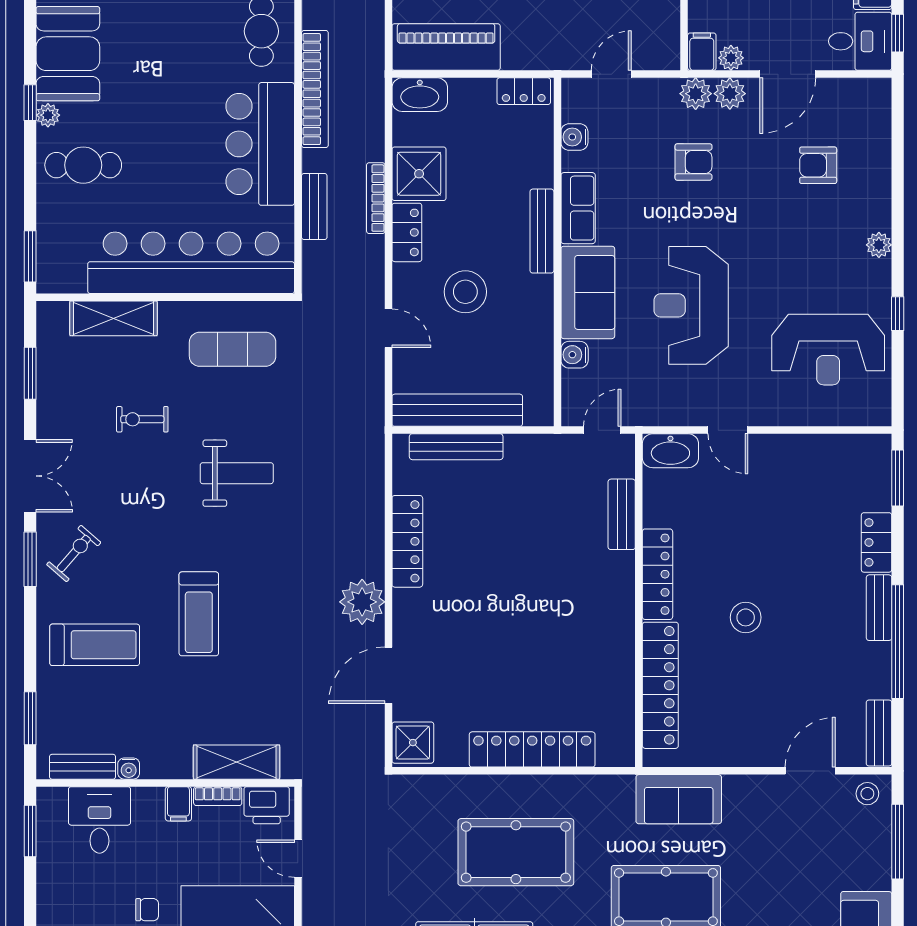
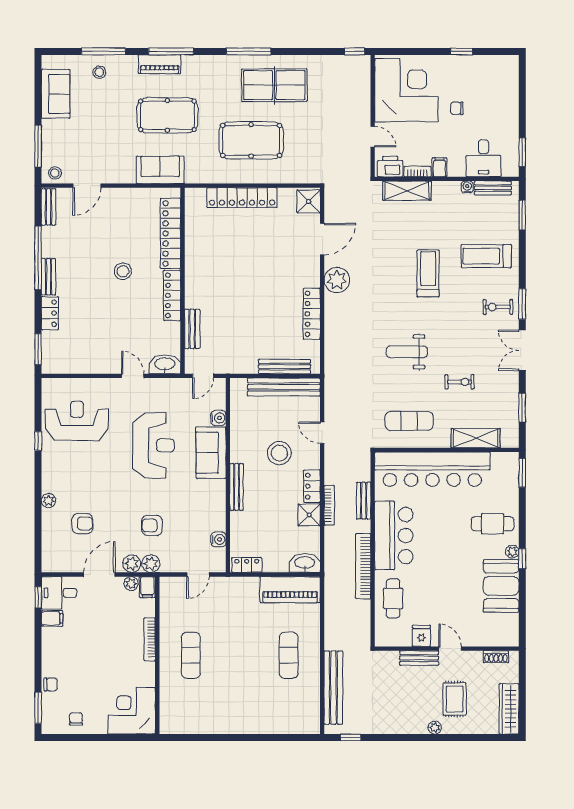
shower: (419, 174) -> (309, 515), width x0.73, depth x0.73
row of seats: (578, 208) -> (216, 500), removed
plant: (879, 245) -> (49, 501), moved
exercise bike: (74, 553) -> (498, 307), turned 49

